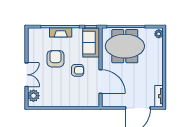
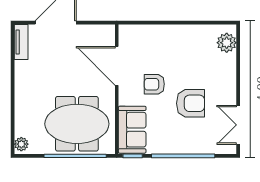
fireplace: (61, 32) -> (182, 146), removed
armchair: (55, 59) -> (191, 103), turned -90
double door: (26, 75) -> (238, 125), moved

